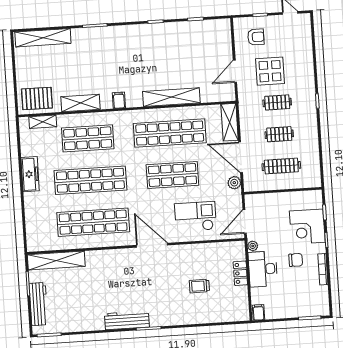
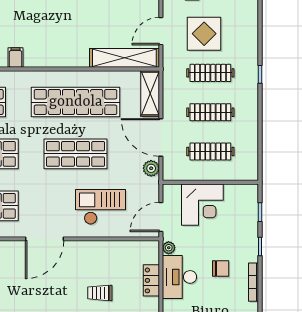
shelving: (171, 97) -> (124, 58), moved
clothes rail: (277, 102) -> (210, 73), width x1.36
clothes rail: (279, 134) -> (210, 112), width x1.36
corner desk: (307, 227) -> (202, 205), moved, turned -90
door: (152, 245) -> (45, 239), swing flipped

